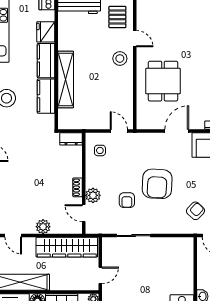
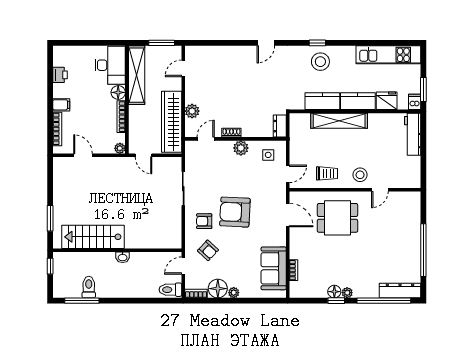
pallet: (117, 17) -> (401, 172), removed
trolley: (118, 92) -> (327, 173), added
door: (177, 131) -> (288, 215), moved
plant: (93, 195) -> (241, 148), moved
armchair: (127, 200) -> (204, 221), moved
plant: (43, 227) -> (192, 111), moved

